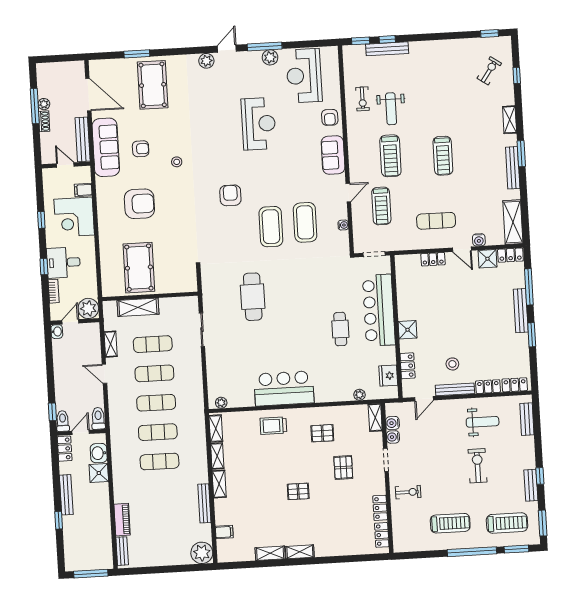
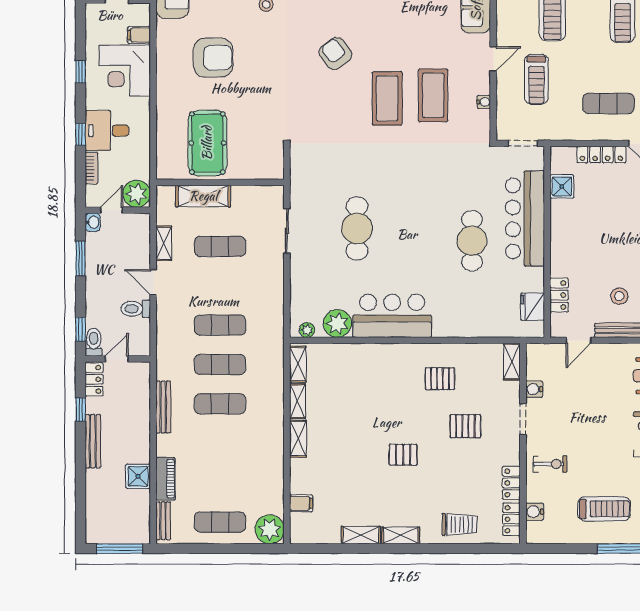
armchair: (230, 195) -> (335, 53), turned -36
locker: (433, 259) -> (601, 155), width x1.53
cafe table: (253, 297) -> (357, 228), moved
cafe table: (340, 329) -> (472, 241), width x1.37, depth x1.35
shower: (408, 330) -> (562, 186), moved
window: (49, 359) -> (81, 259), added
exercise mat: (154, 373) -> (220, 522), moved
plant: (359, 395) -> (337, 324), moved, width x1.88, depth x1.88
toilet: (98, 418) -> (136, 309), moved, turned -90
water cooler: (393, 423) -> (535, 512), moved
trolley: (273, 426) -> (459, 524), moved, turned 180
washbasin: (99, 453) -> (139, 388), removed
pallet: (343, 467) -> (465, 426), turned 90
shower: (99, 473) -> (138, 476), moved
bench: (204, 503) -> (163, 407), moved
window: (59, 520) -> (81, 410), moved

